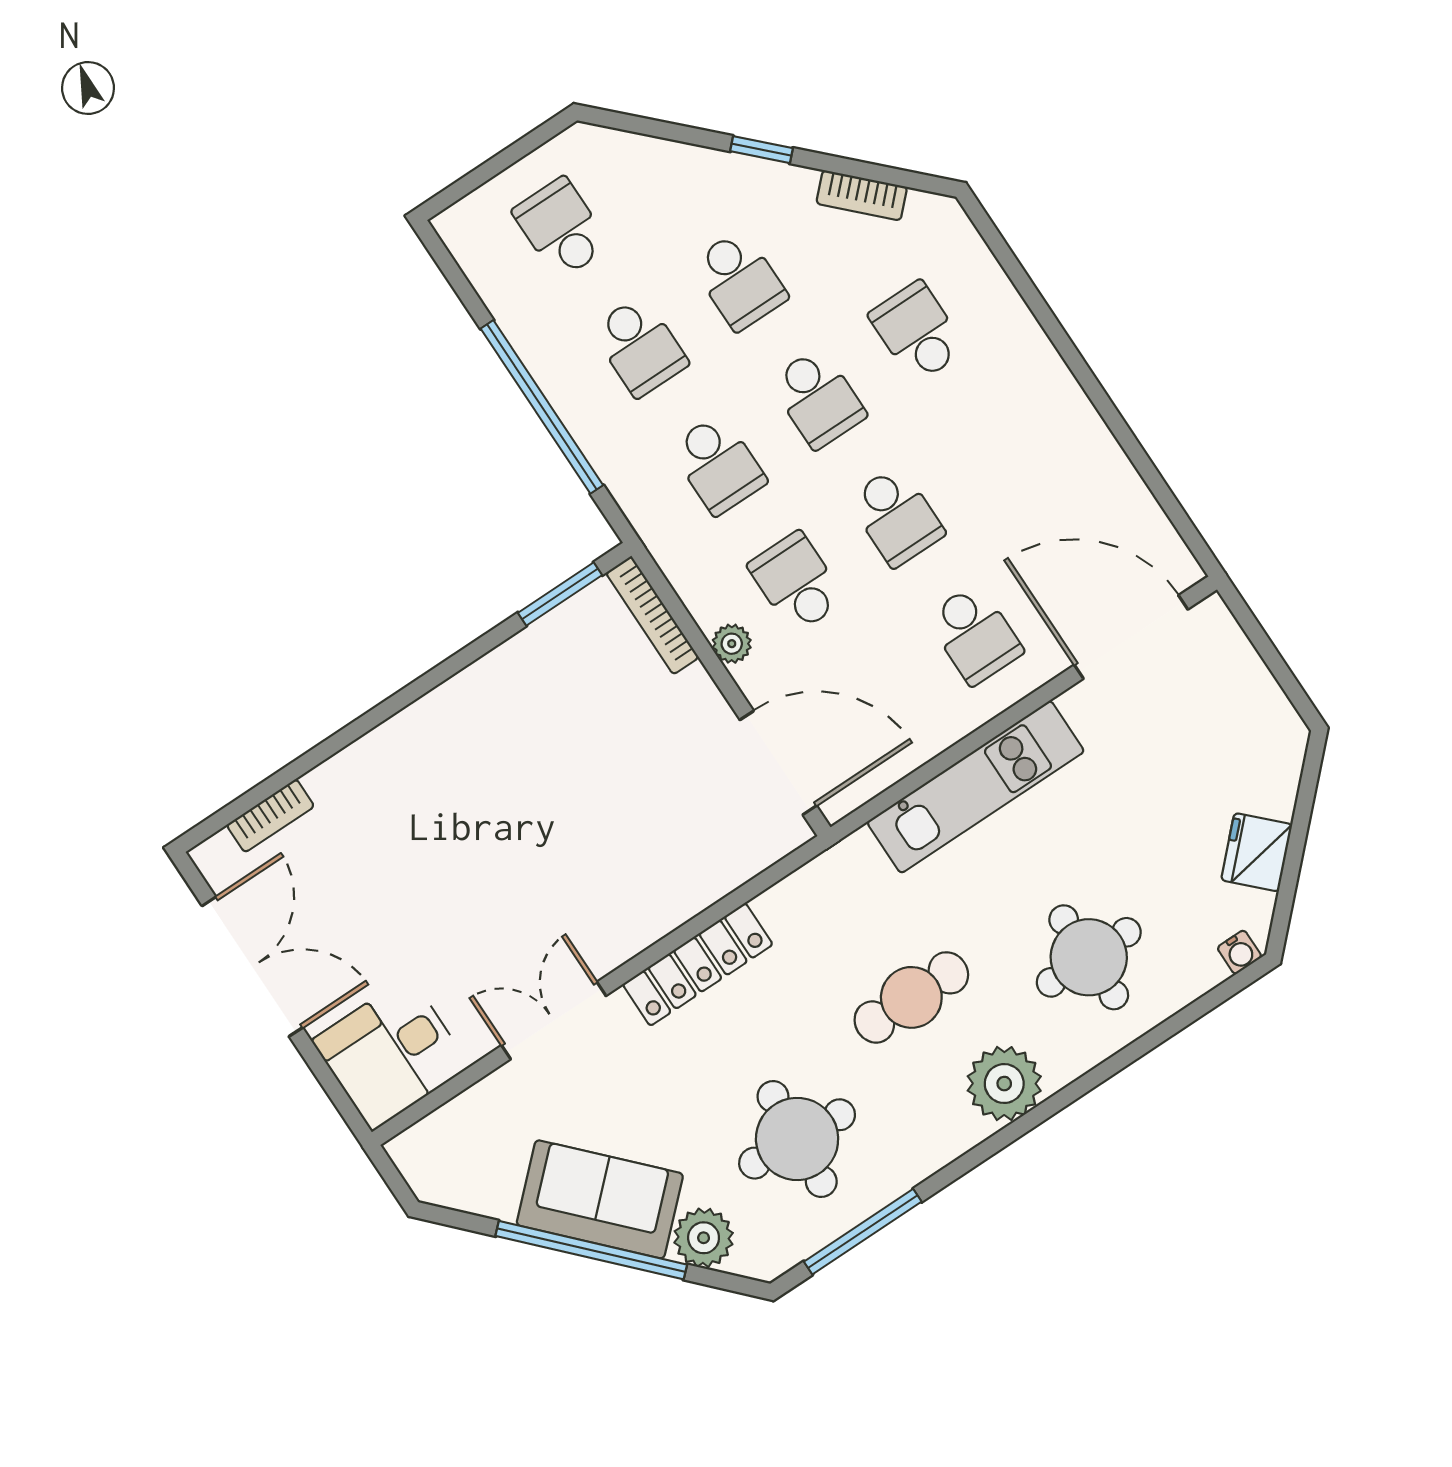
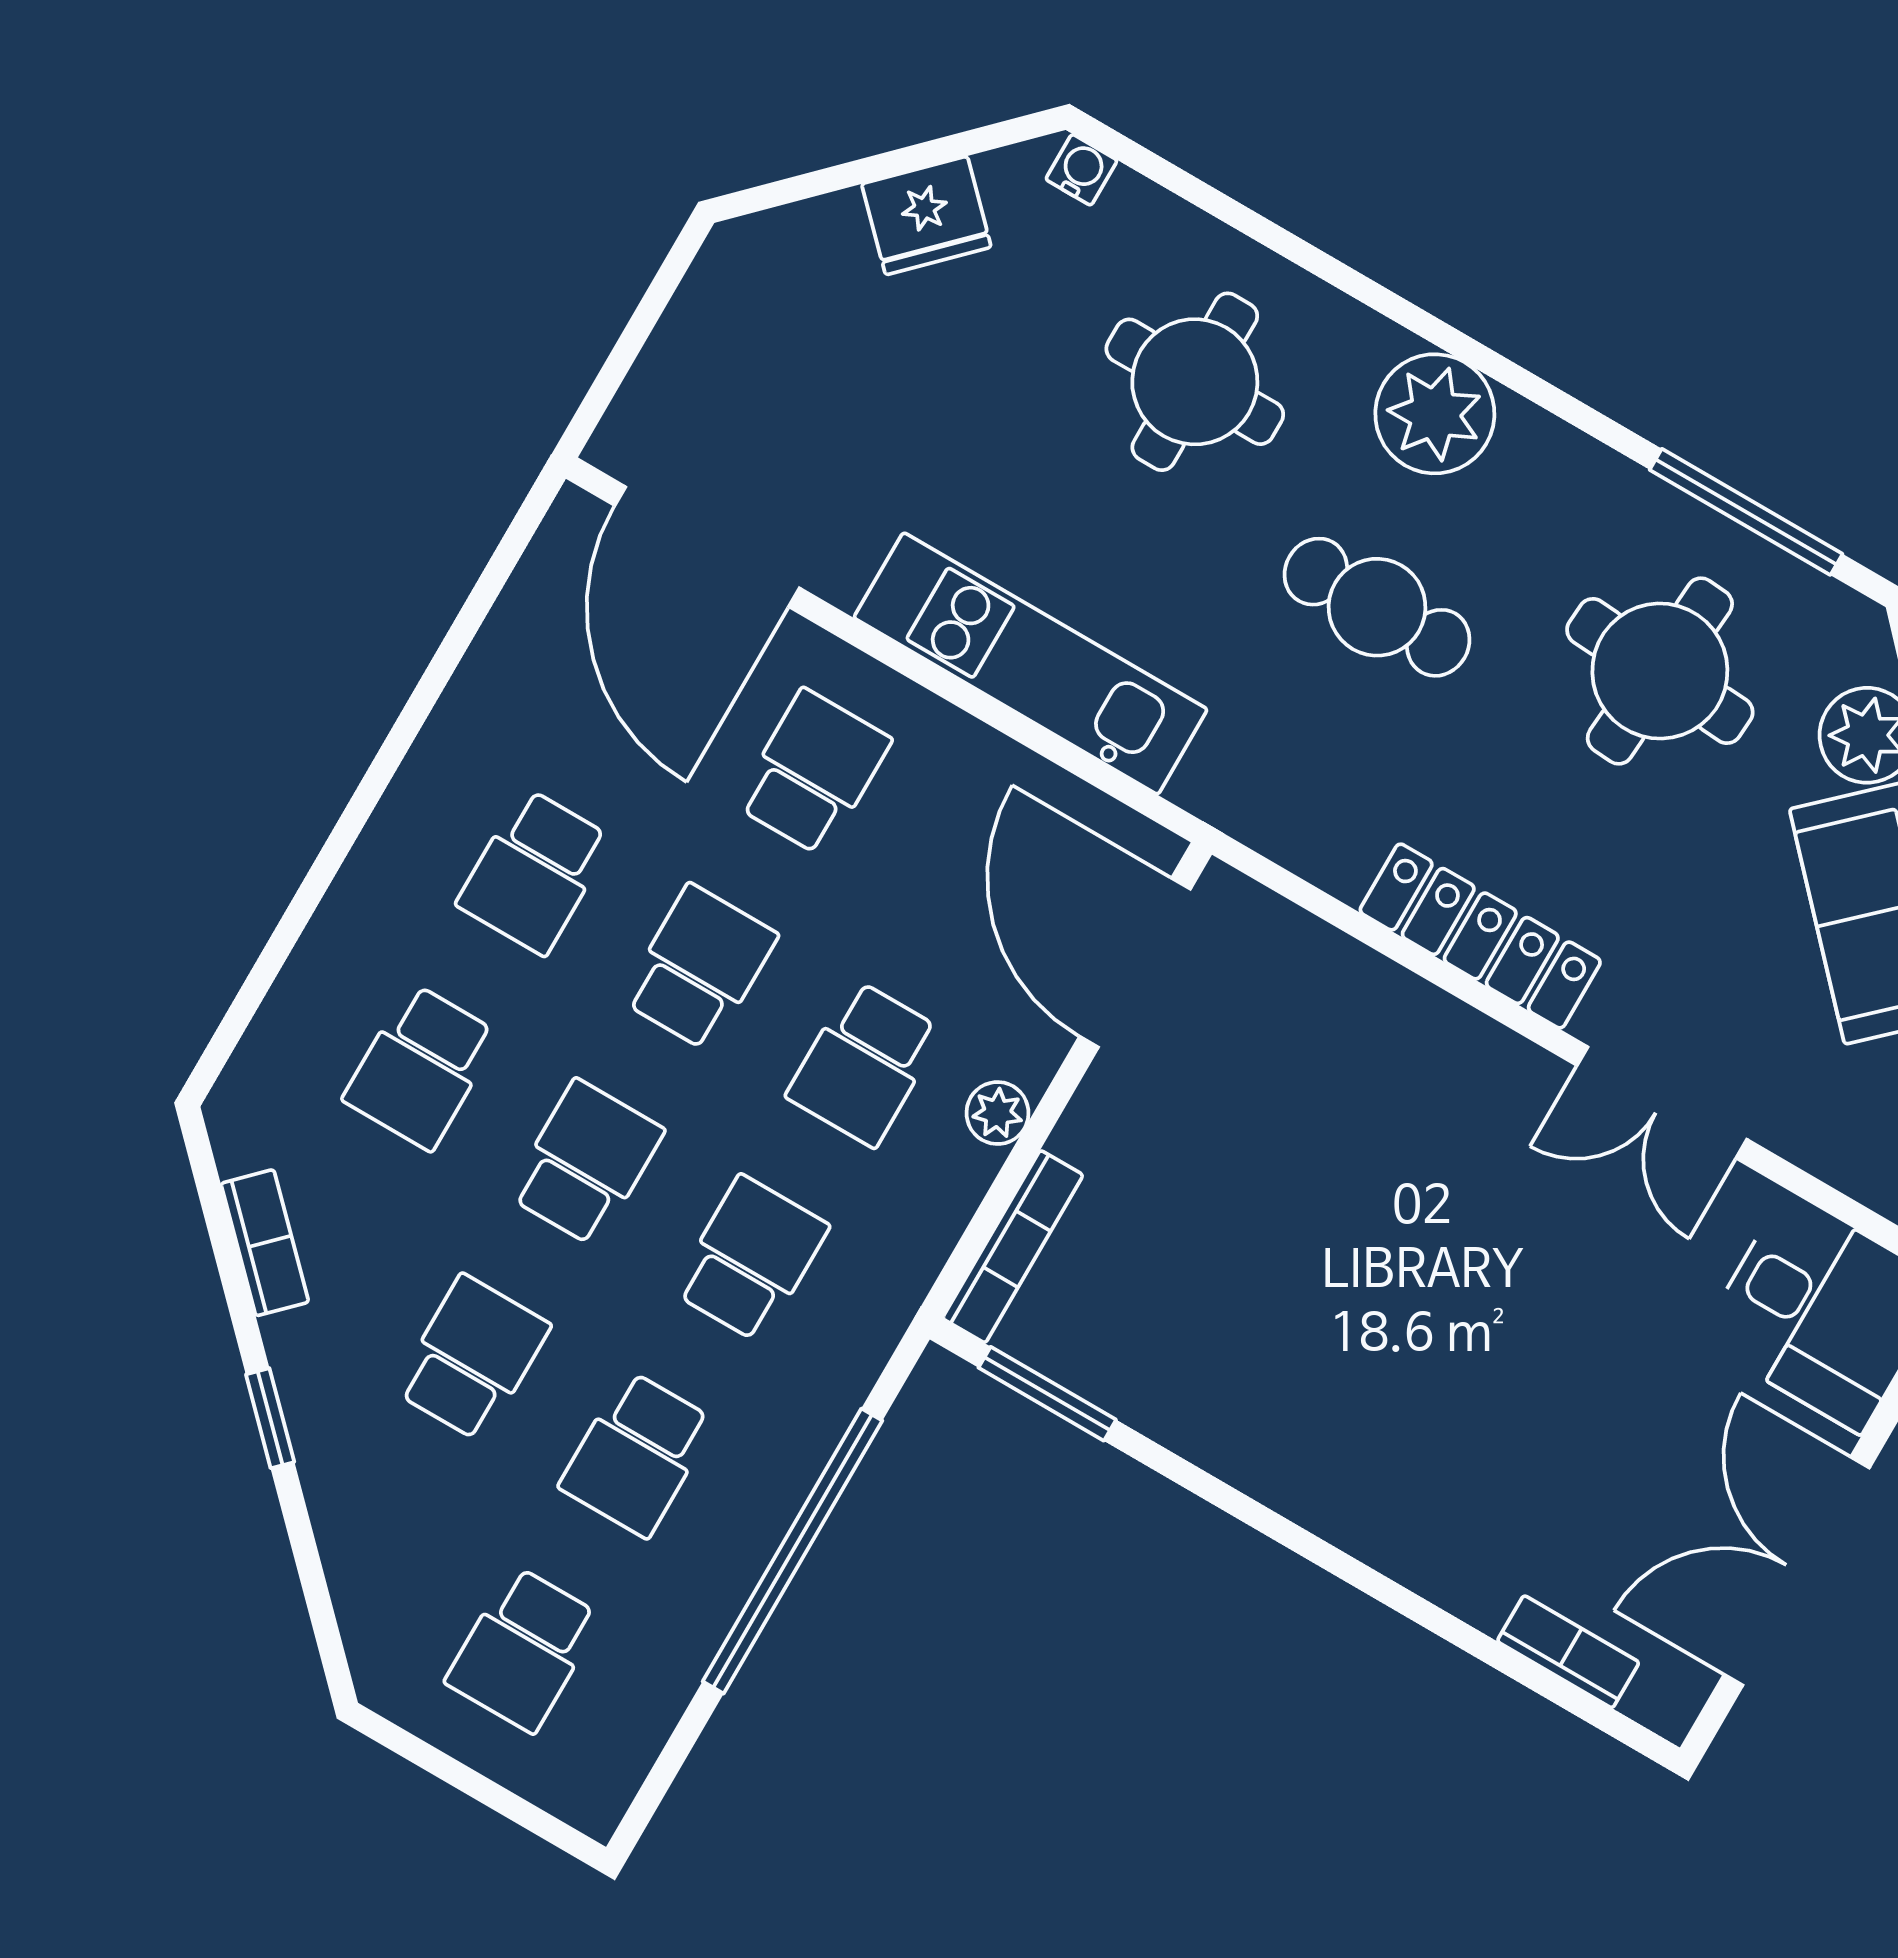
school desk: (640, 346) -> (637, 1454), turned 180
school desk: (996, 450) -> (535, 872), added

